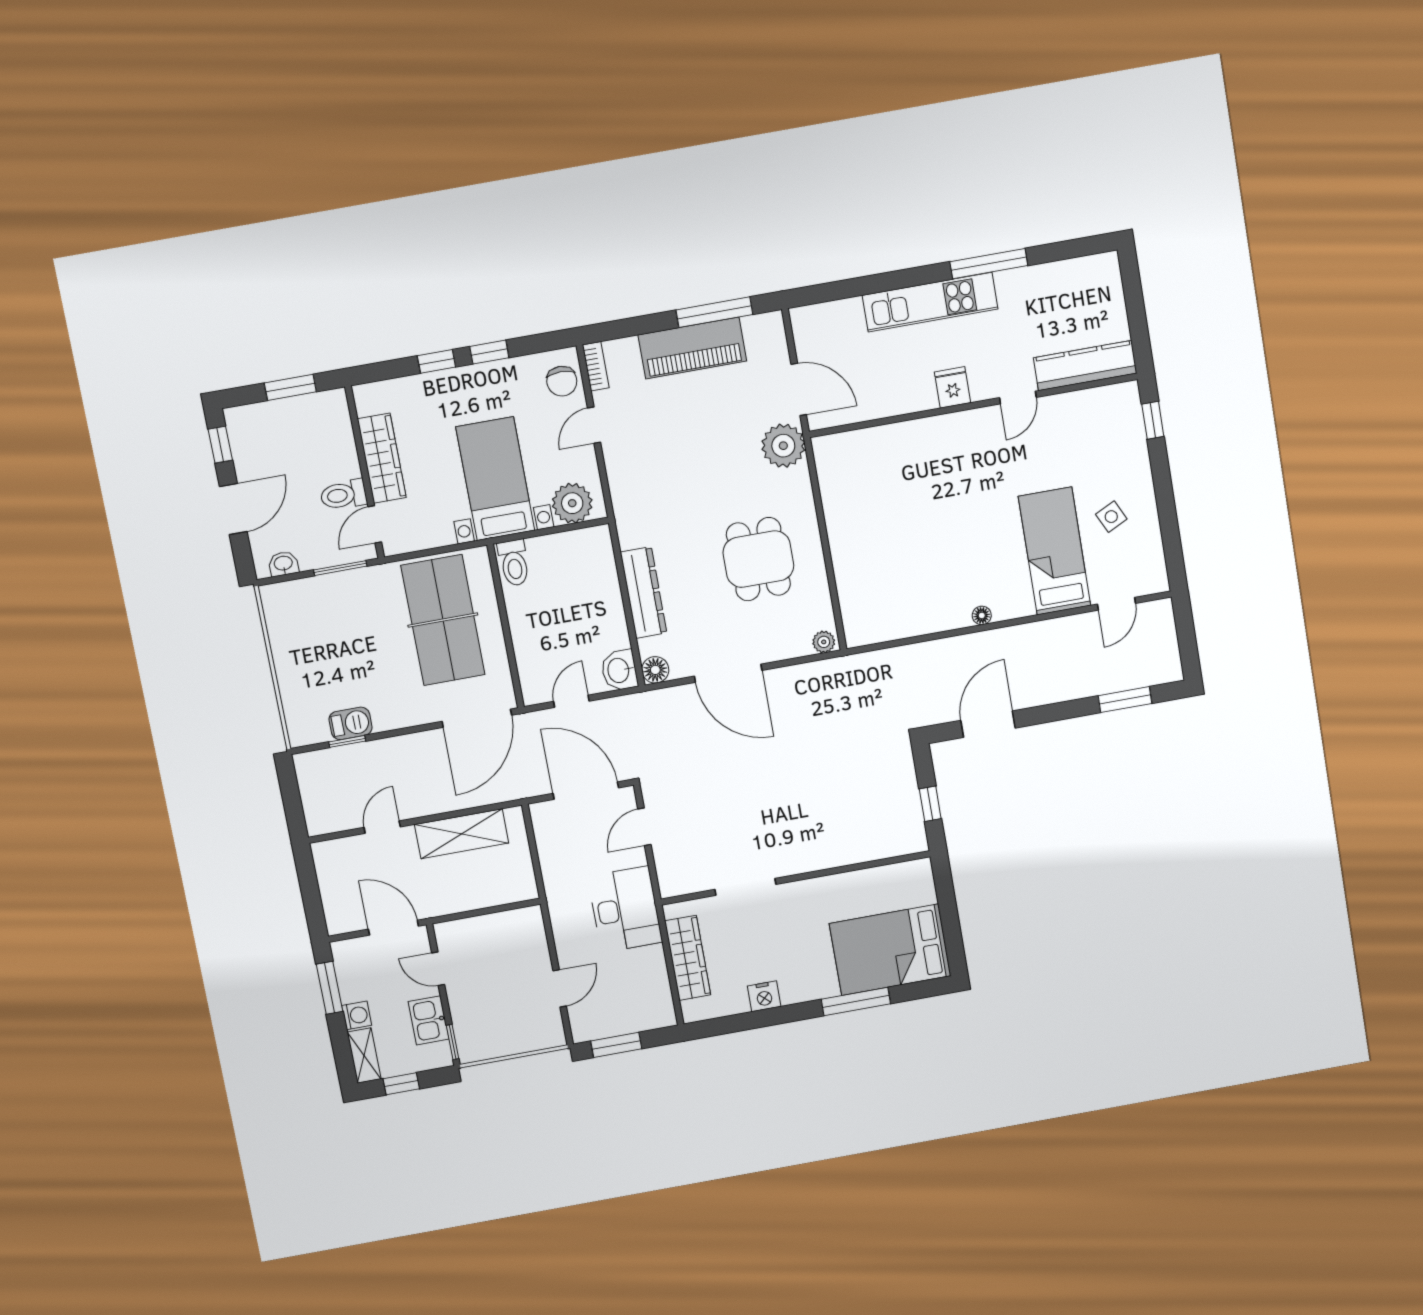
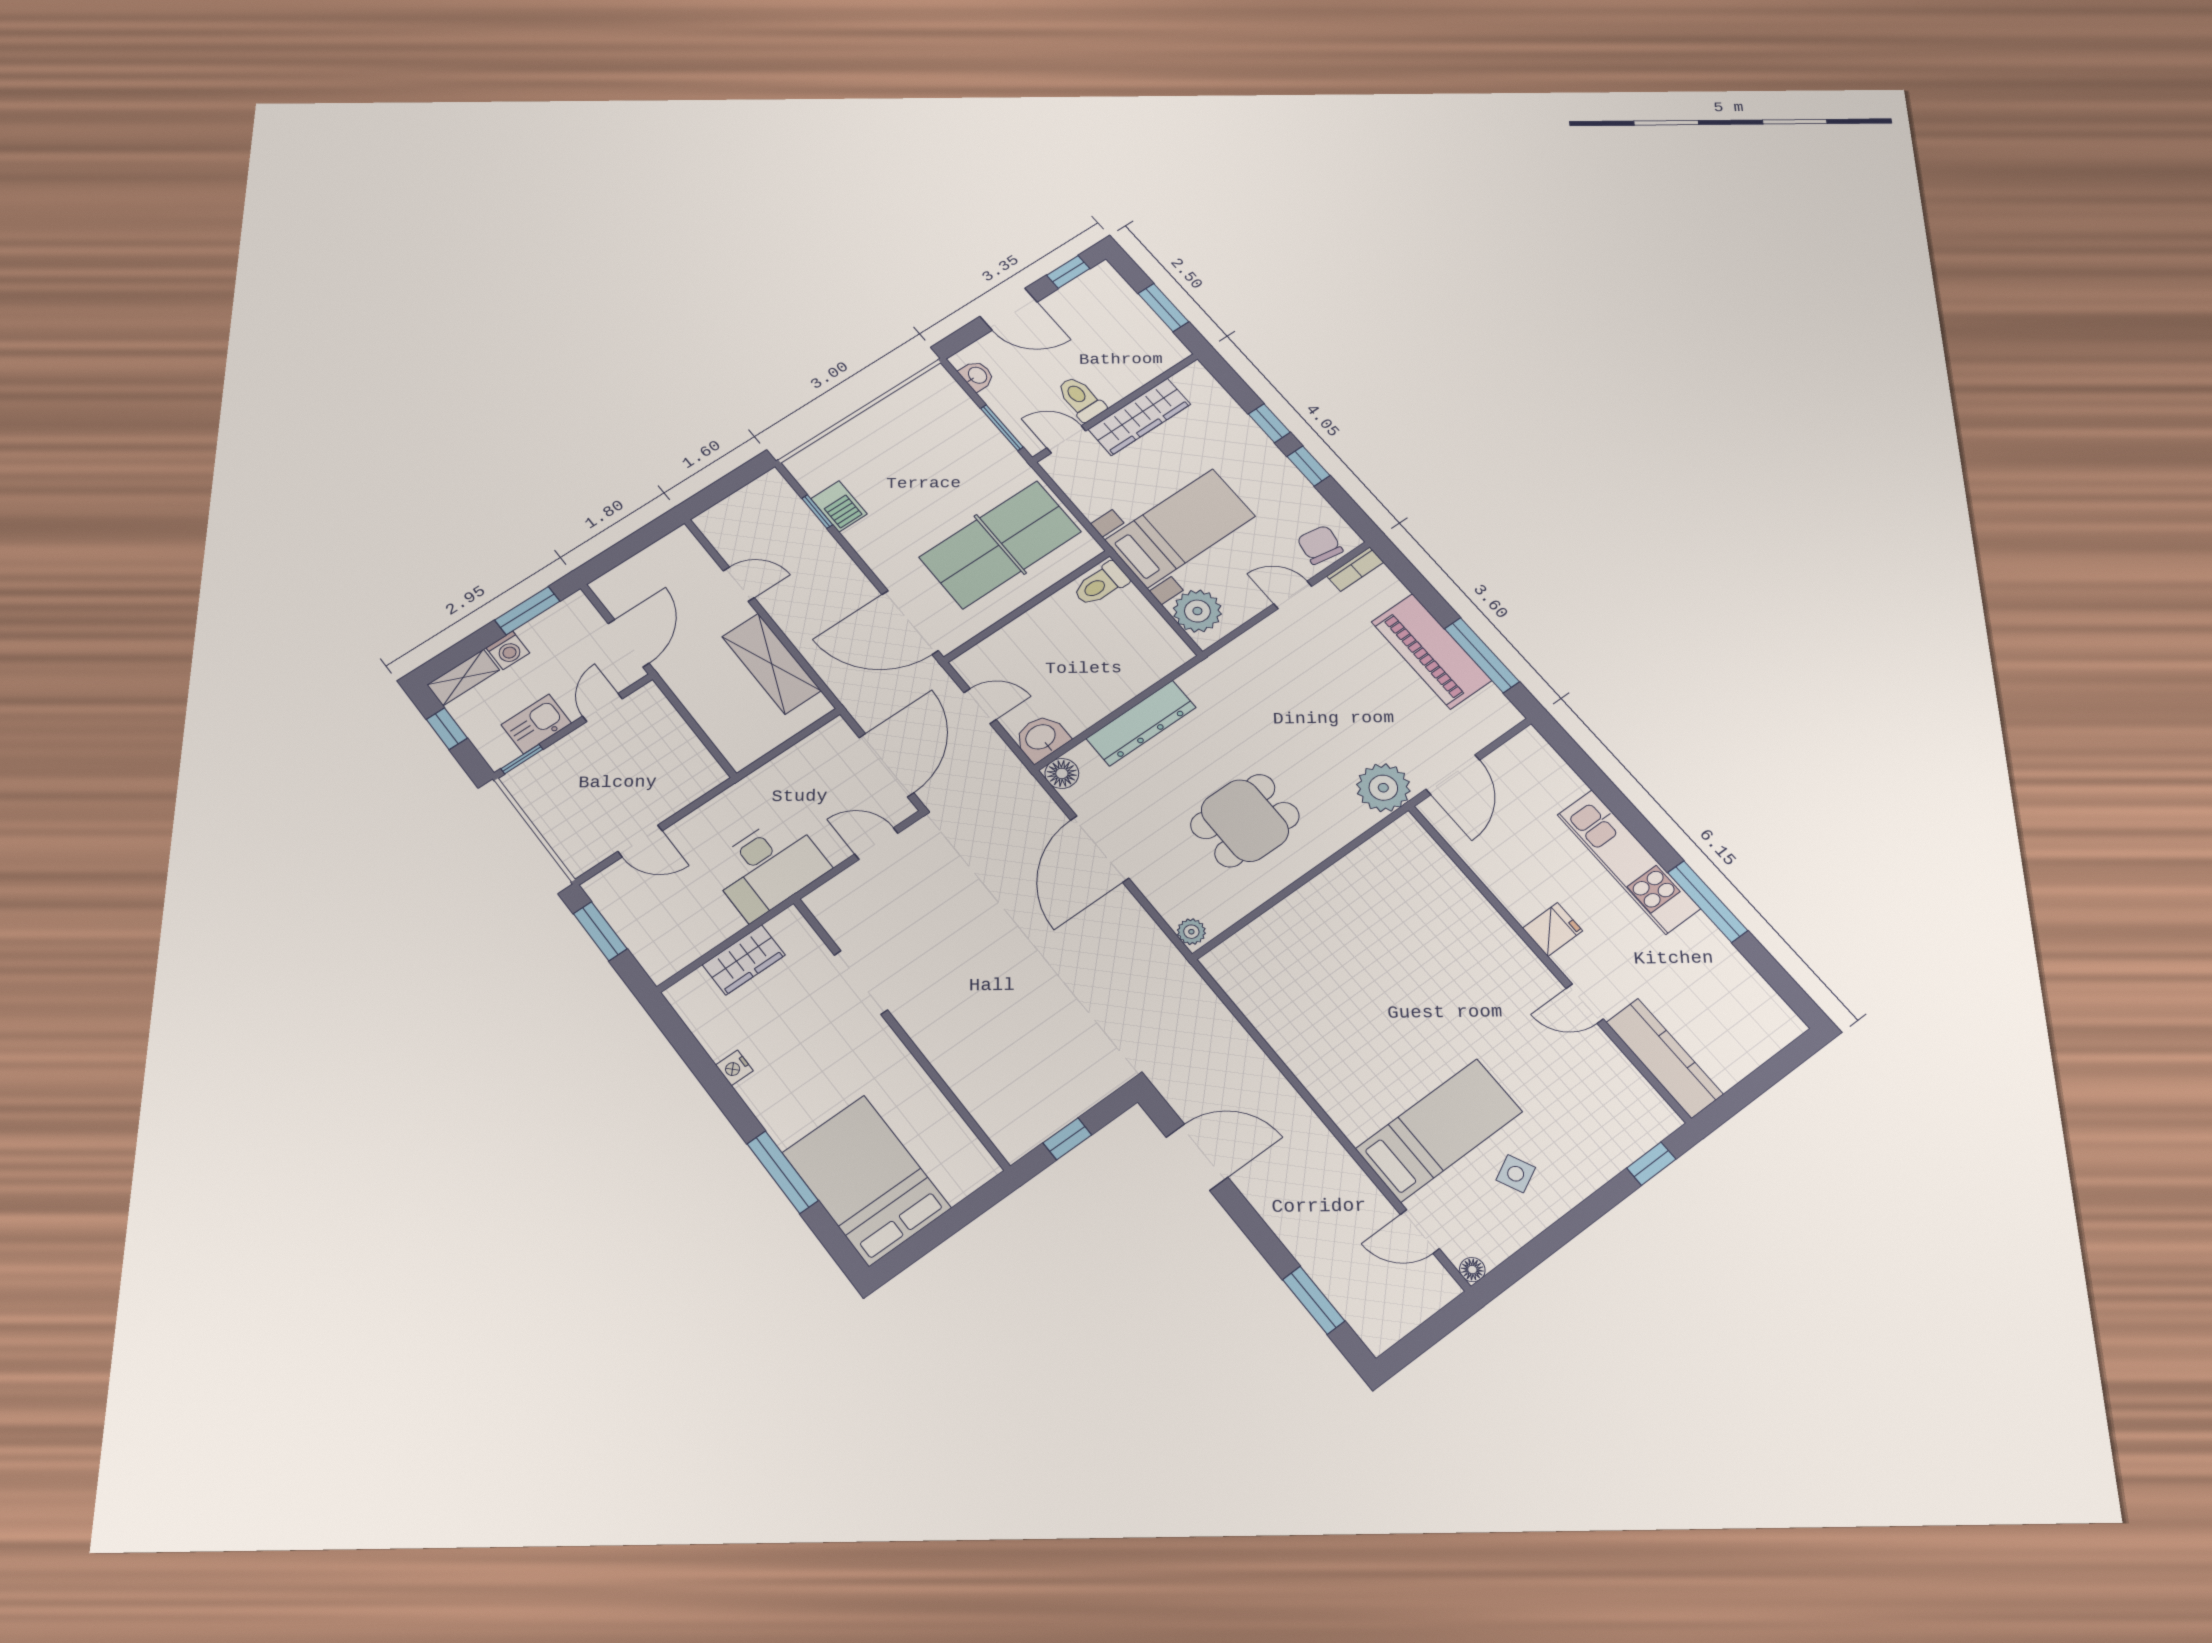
chair: (562, 381) -> (1320, 545), turned 100
floor lamp: (982, 615) -> (1472, 1270), moved
wardrobe: (688, 958) -> (744, 960), width x0.67
nightstand: (764, 996) -> (734, 1068), width x0.72, depth x0.74

